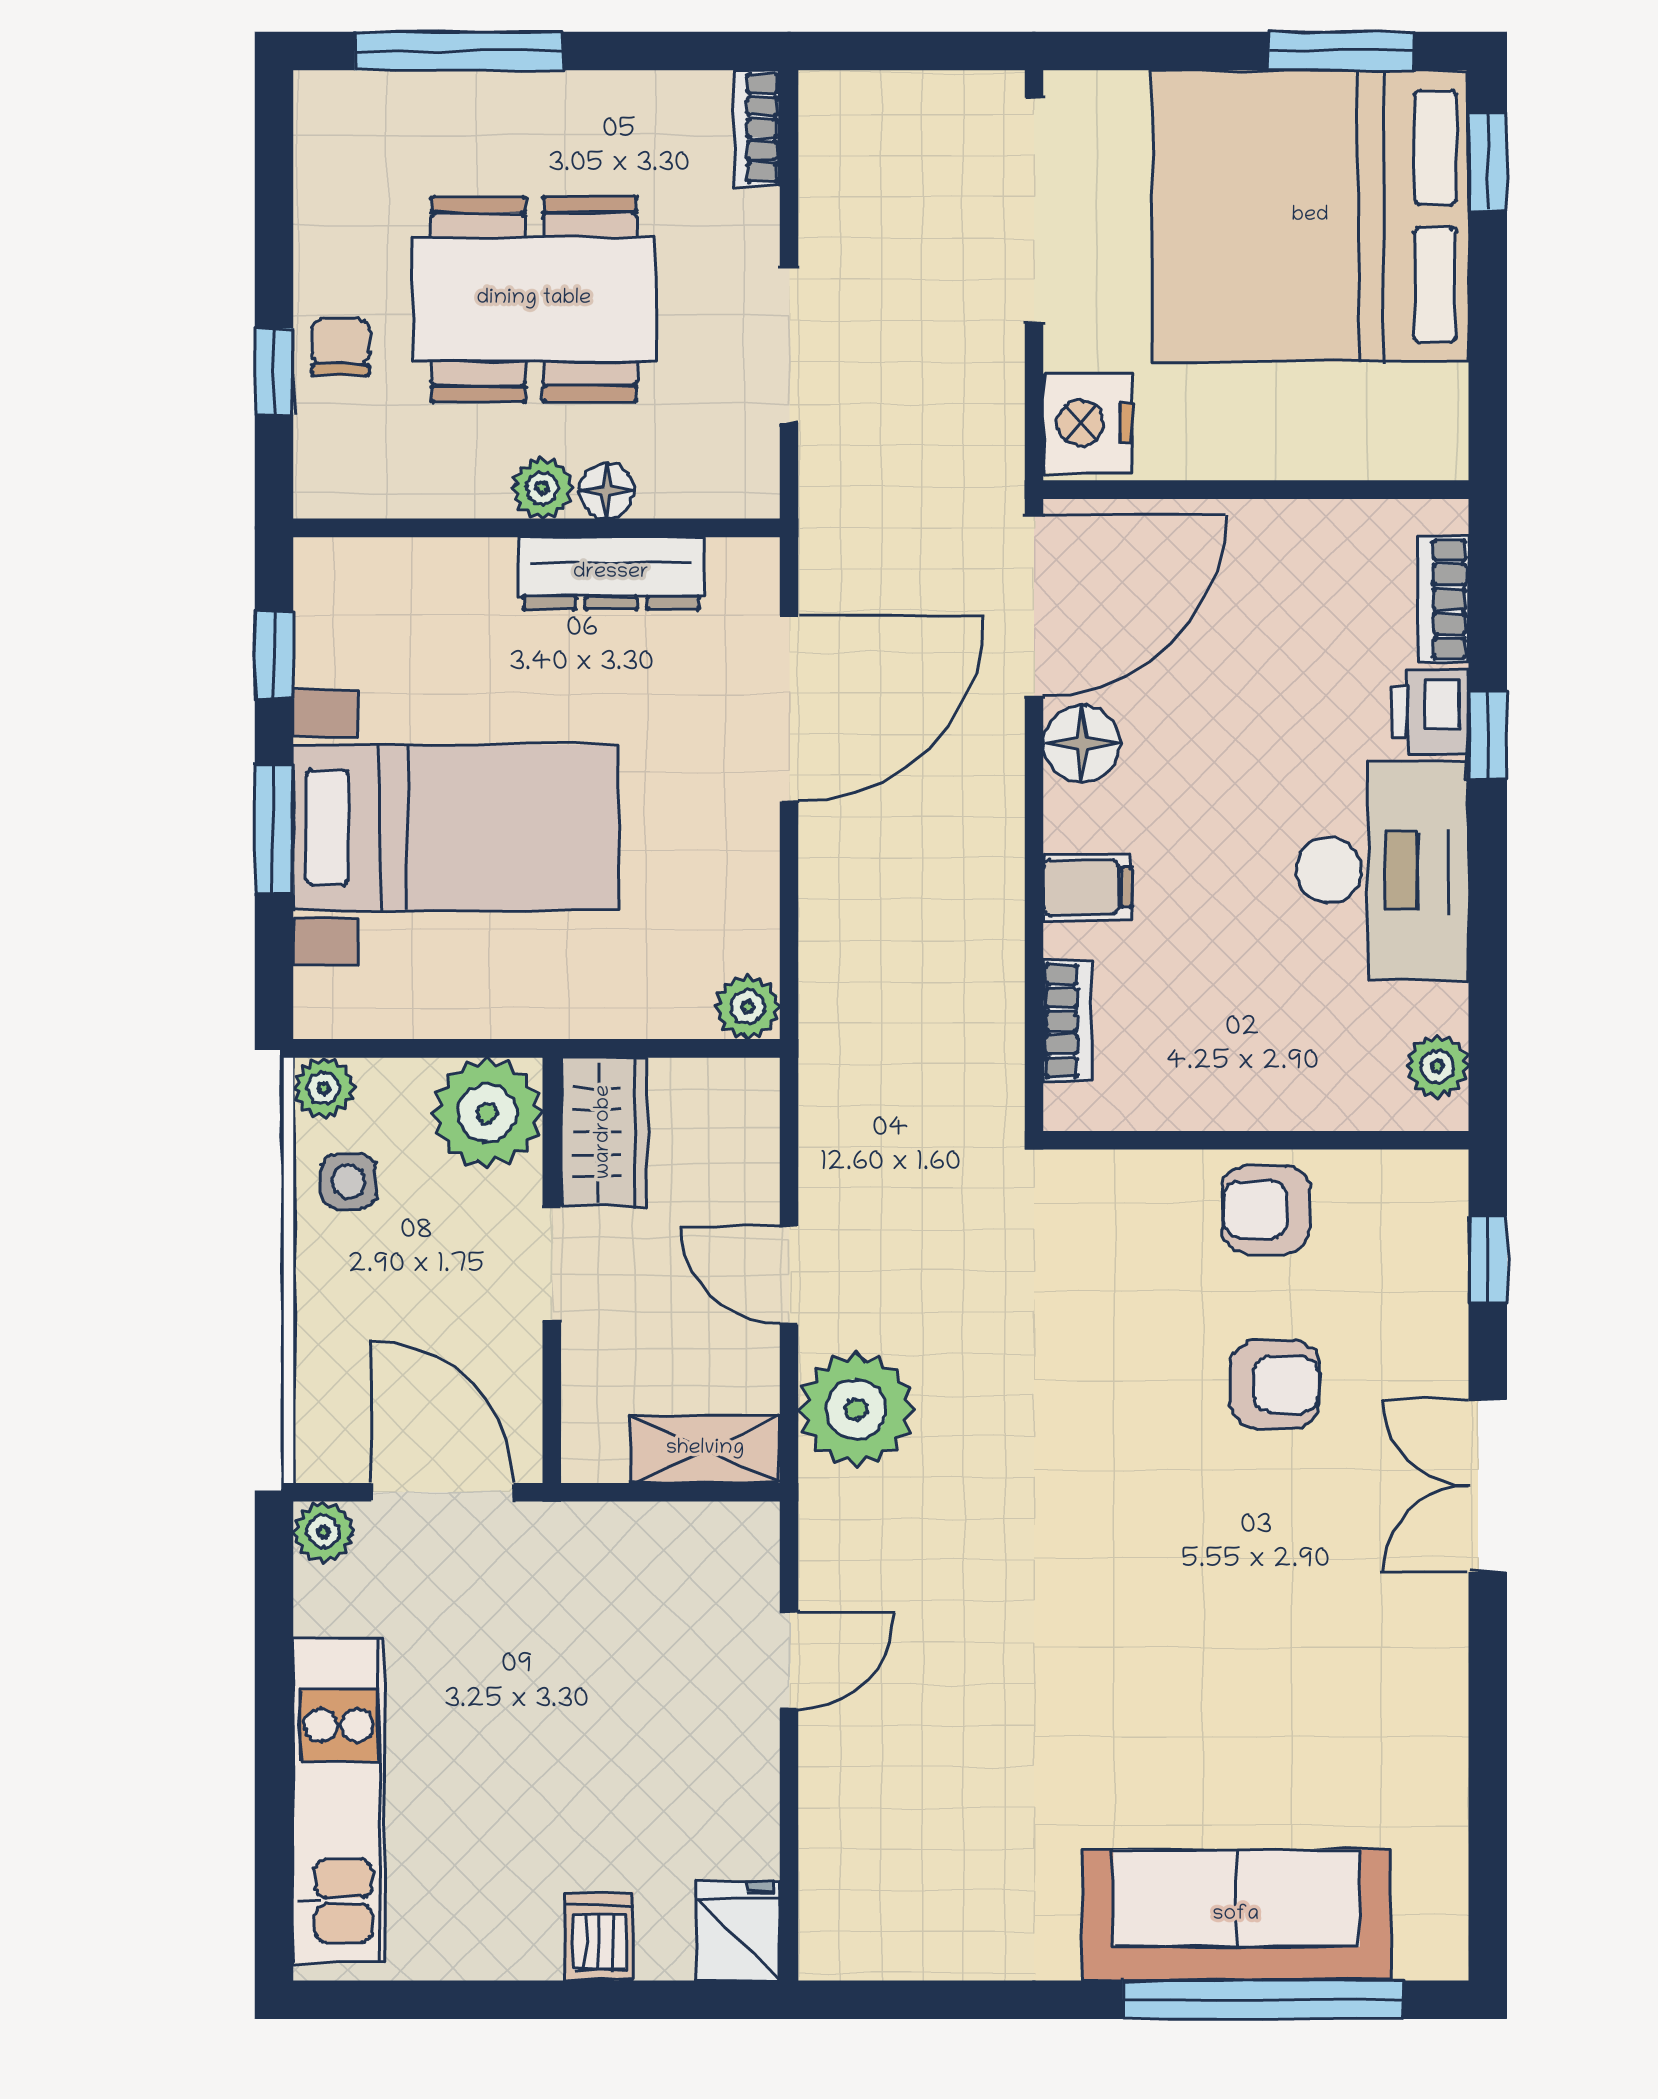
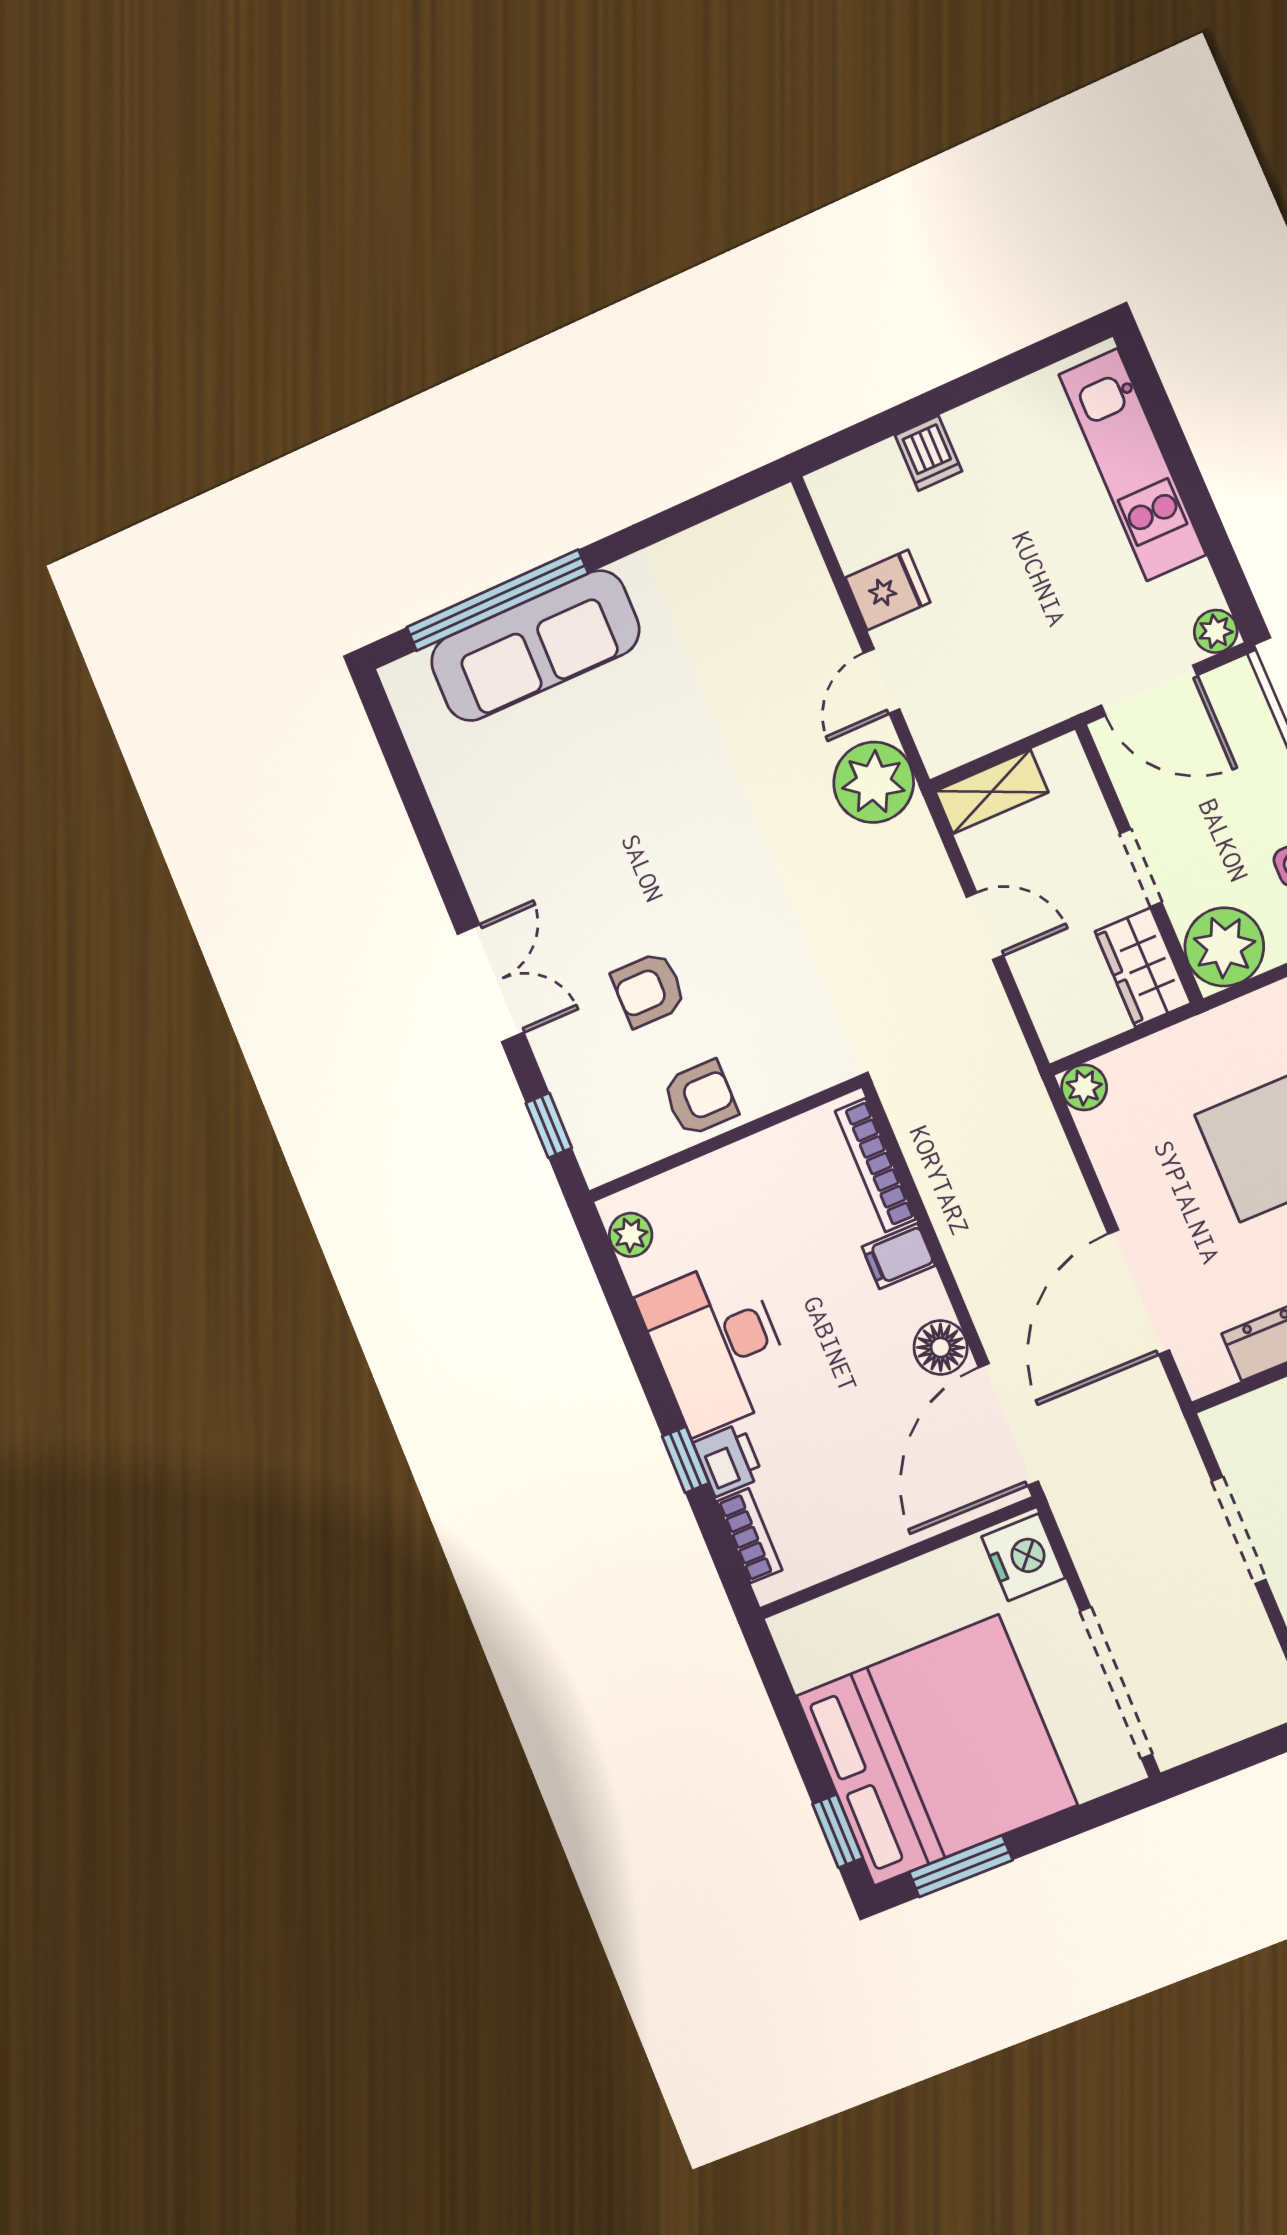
bookcase: (1067, 1021) -> (875, 1165), width x1.56
plant: (856, 1410) -> (874, 782), moved
fridge: (738, 1931) -> (888, 590), moved, turned -90

